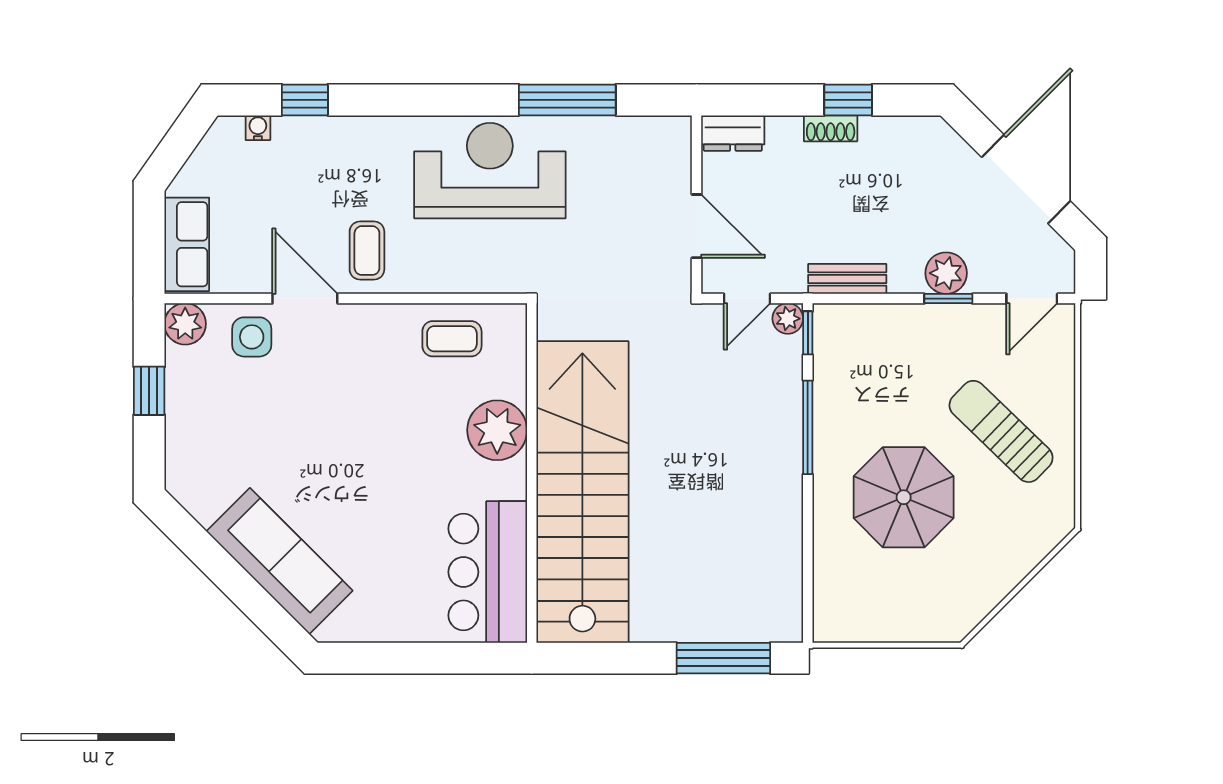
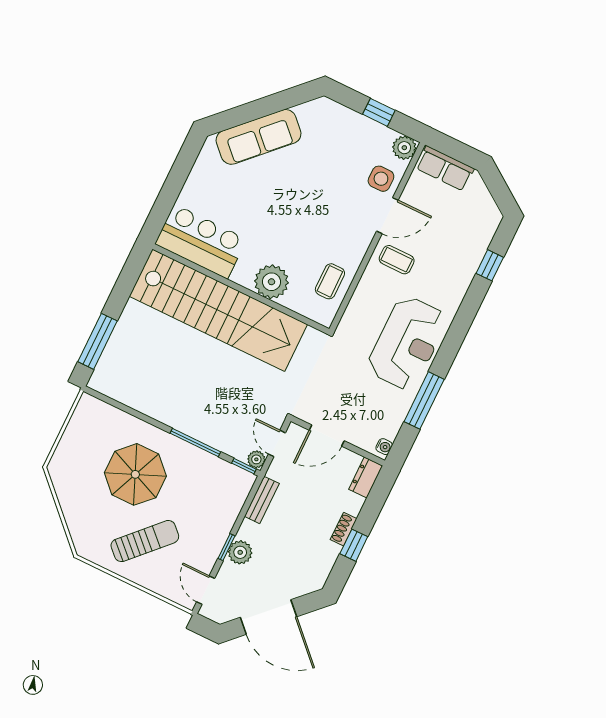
water cooler: (258, 128) -> (384, 447), moved

